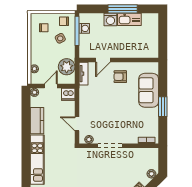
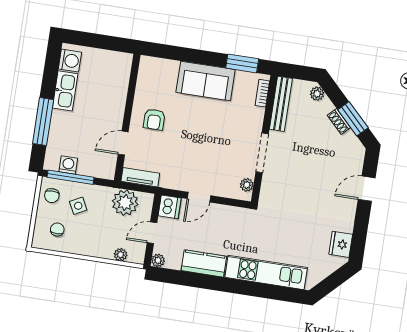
window: (123, 9) -> (43, 122), moved
washing machine: (110, 20) -> (70, 61), moved
door: (103, 60) -> (123, 143), swing flipped
door: (51, 86) -> (152, 233), hinge flipped
sofa: (149, 90) -> (206, 81), moved
window: (163, 107) -> (242, 63), moved
door: (77, 124) -> (199, 197), moved
bench: (142, 153) -> (281, 104), added

